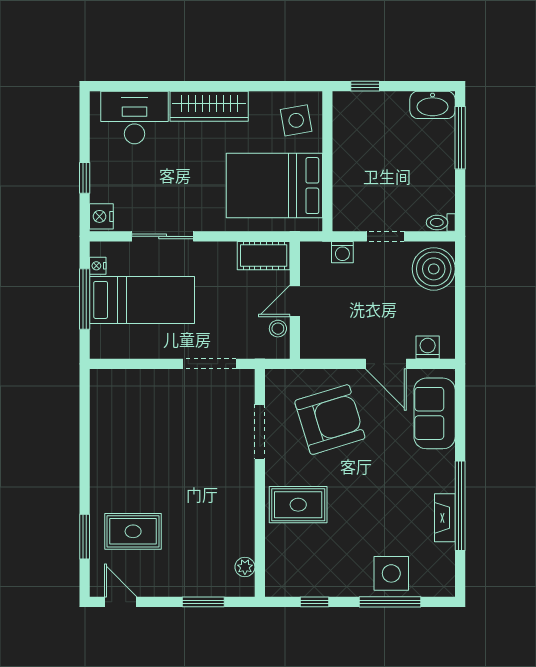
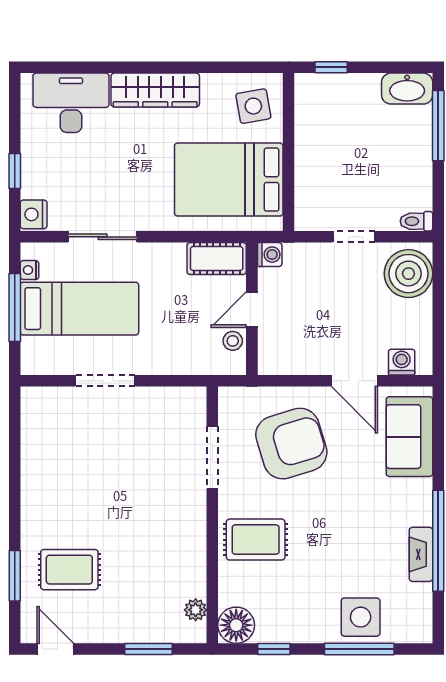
washing machine: (342, 252) -> (270, 255), moved, turned -90
doorway: (210, 364) -> (105, 381), moved
floor lamp: (281, 581) -> (236, 625), added

